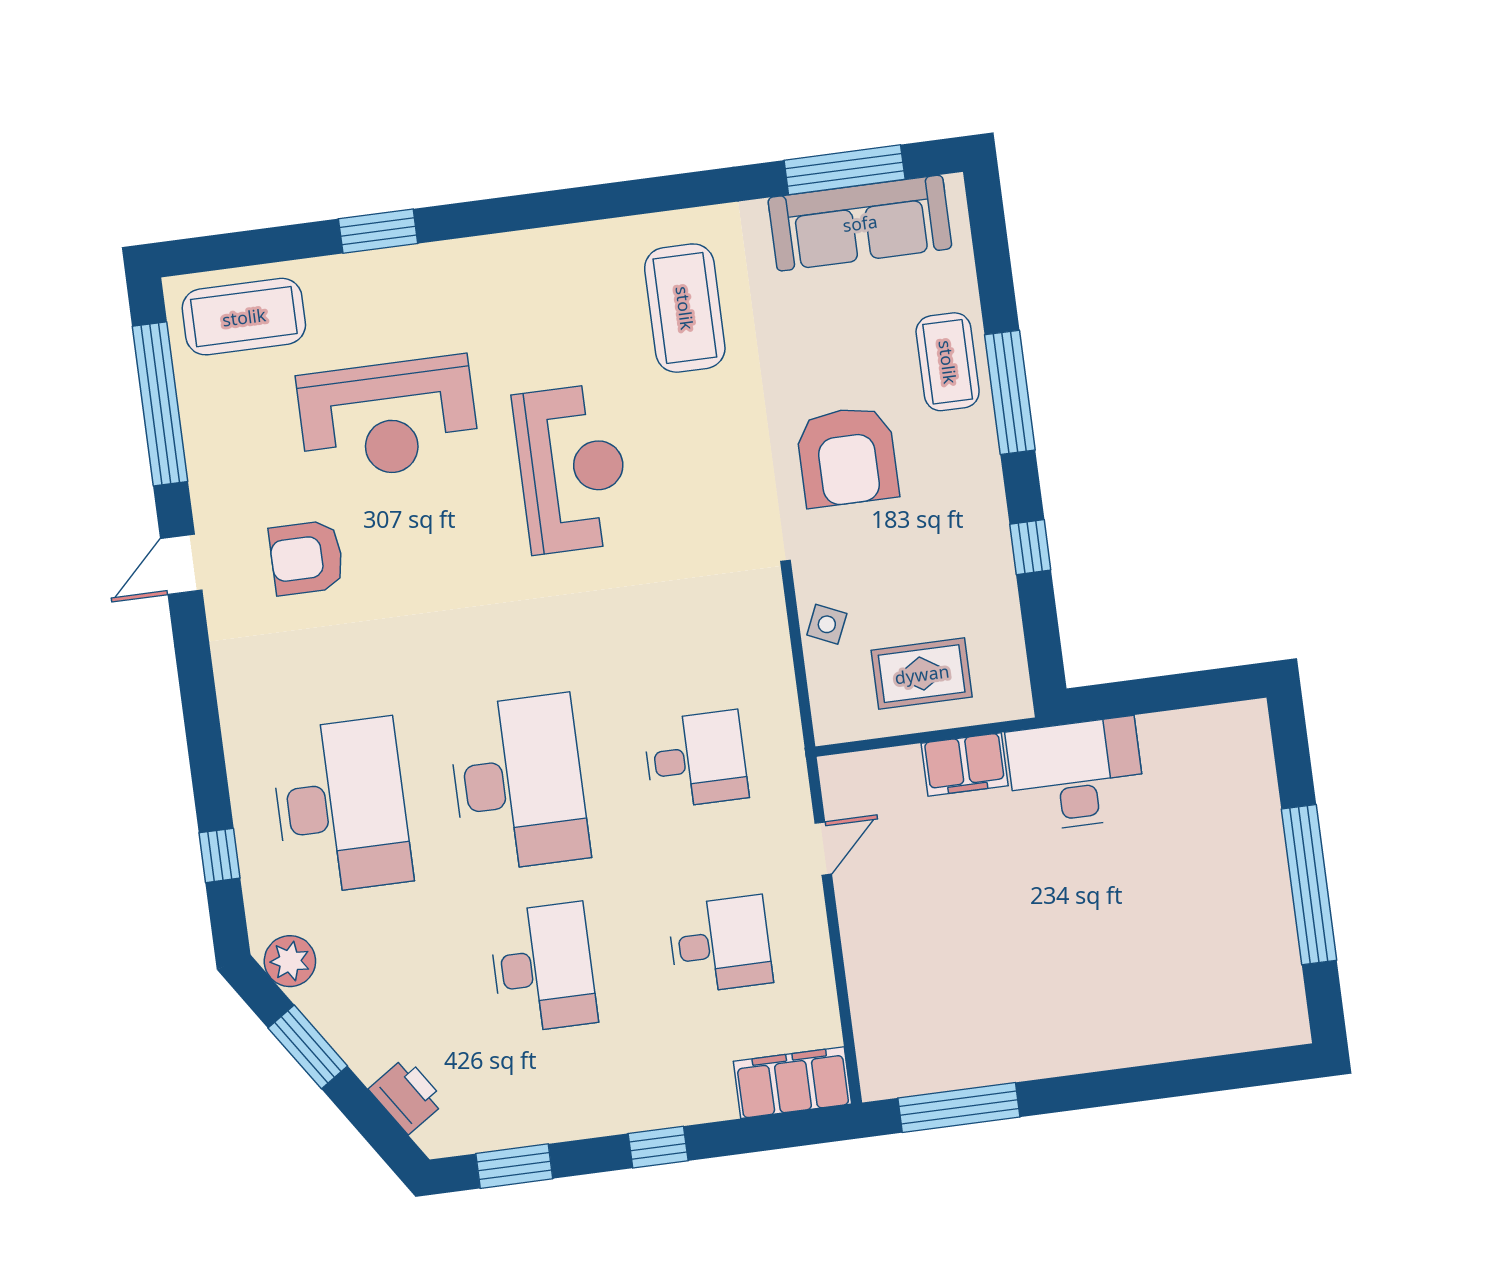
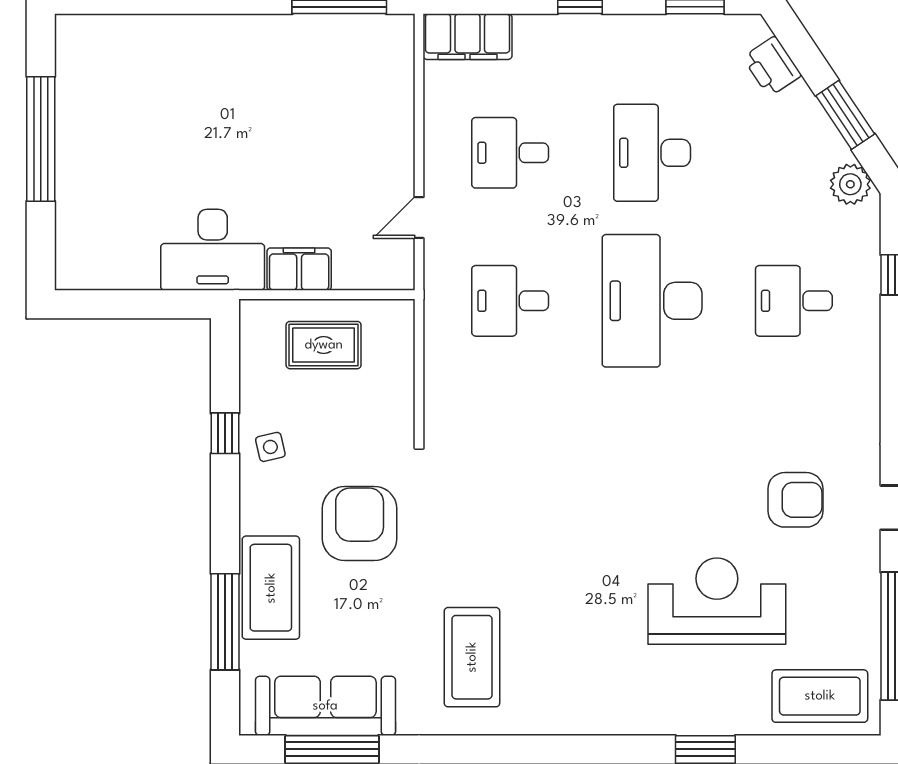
coffee table: (948, 362) -> (271, 588), width x1.36, depth x1.32
window: (1010, 392) -> (225, 622), moved
reception desk: (572, 469) -> (577, 542), removed
side table: (827, 624) -> (270, 447), moved, turned -37
desk: (341, 806) -> (794, 301), width x0.53, depth x0.77

